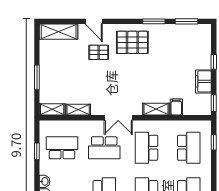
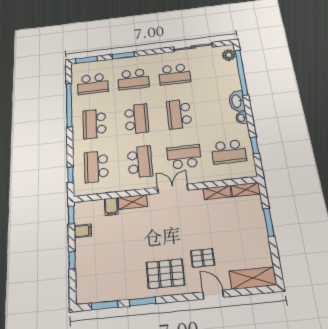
filing cabinet: (203, 81) -> (83, 231), width x0.50

